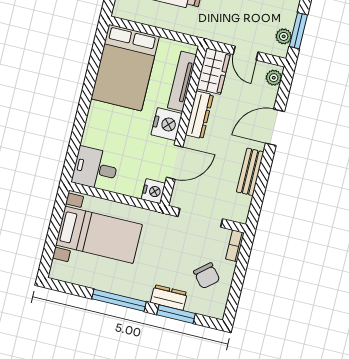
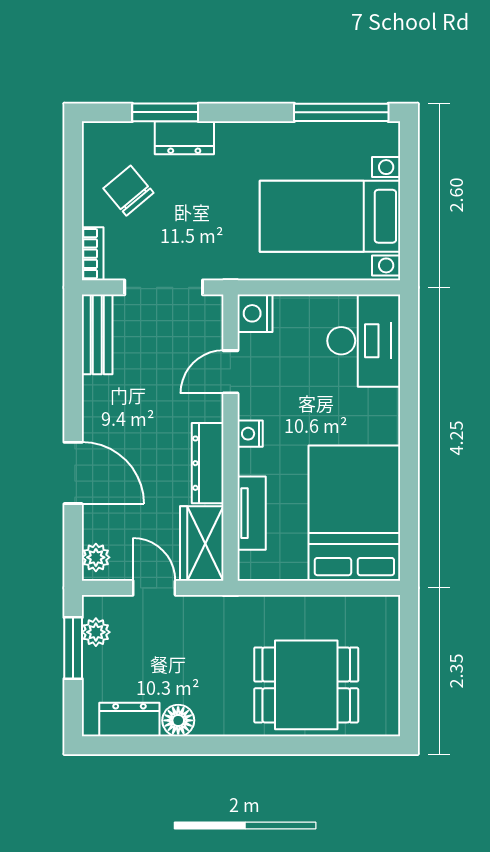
tv unit: (182, 81) -> (252, 513), width x0.71
nightstand: (167, 124) -> (250, 434), width x0.53, depth x0.56
door: (275, 127) -> (73, 473), hinge flipped
door: (175, 162) -> (230, 372), width x0.73
desk: (95, 168) -> (364, 341), width x1.37
bench: (250, 172) -> (97, 334), moved
window: (119, 300) -> (341, 112), moved

